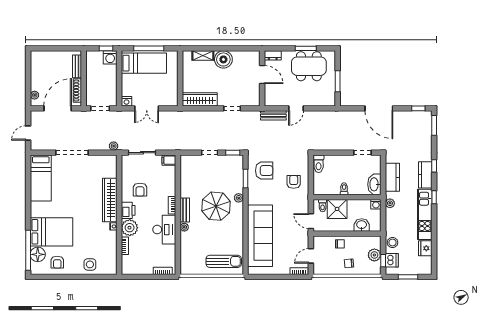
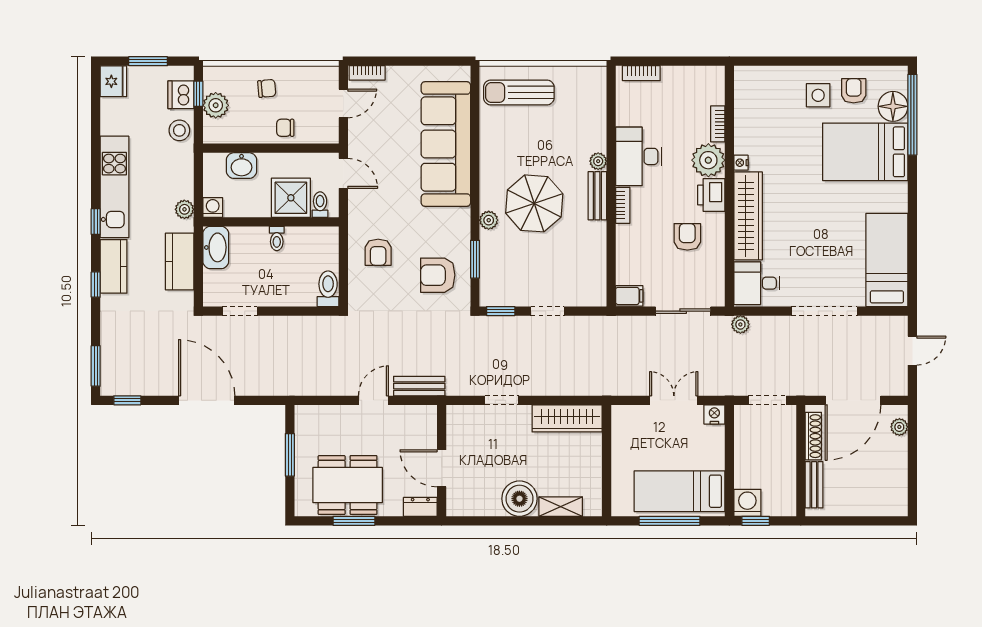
desk: (105, 167) -> (757, 283), added
fridge: (425, 248) -> (113, 81), moved
side table: (90, 264) -> (818, 95), moved

